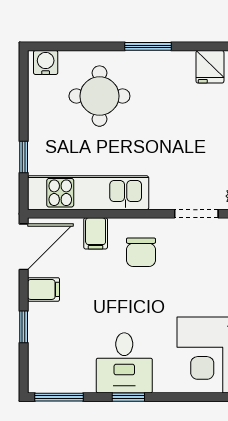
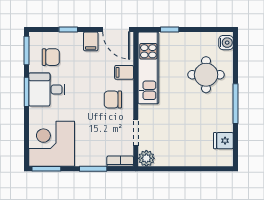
window: (148, 46) -> (236, 104), width x1.44
chair: (70, 356) -> (51, 57), added
window: (128, 397) -> (27, 92), width x1.50

